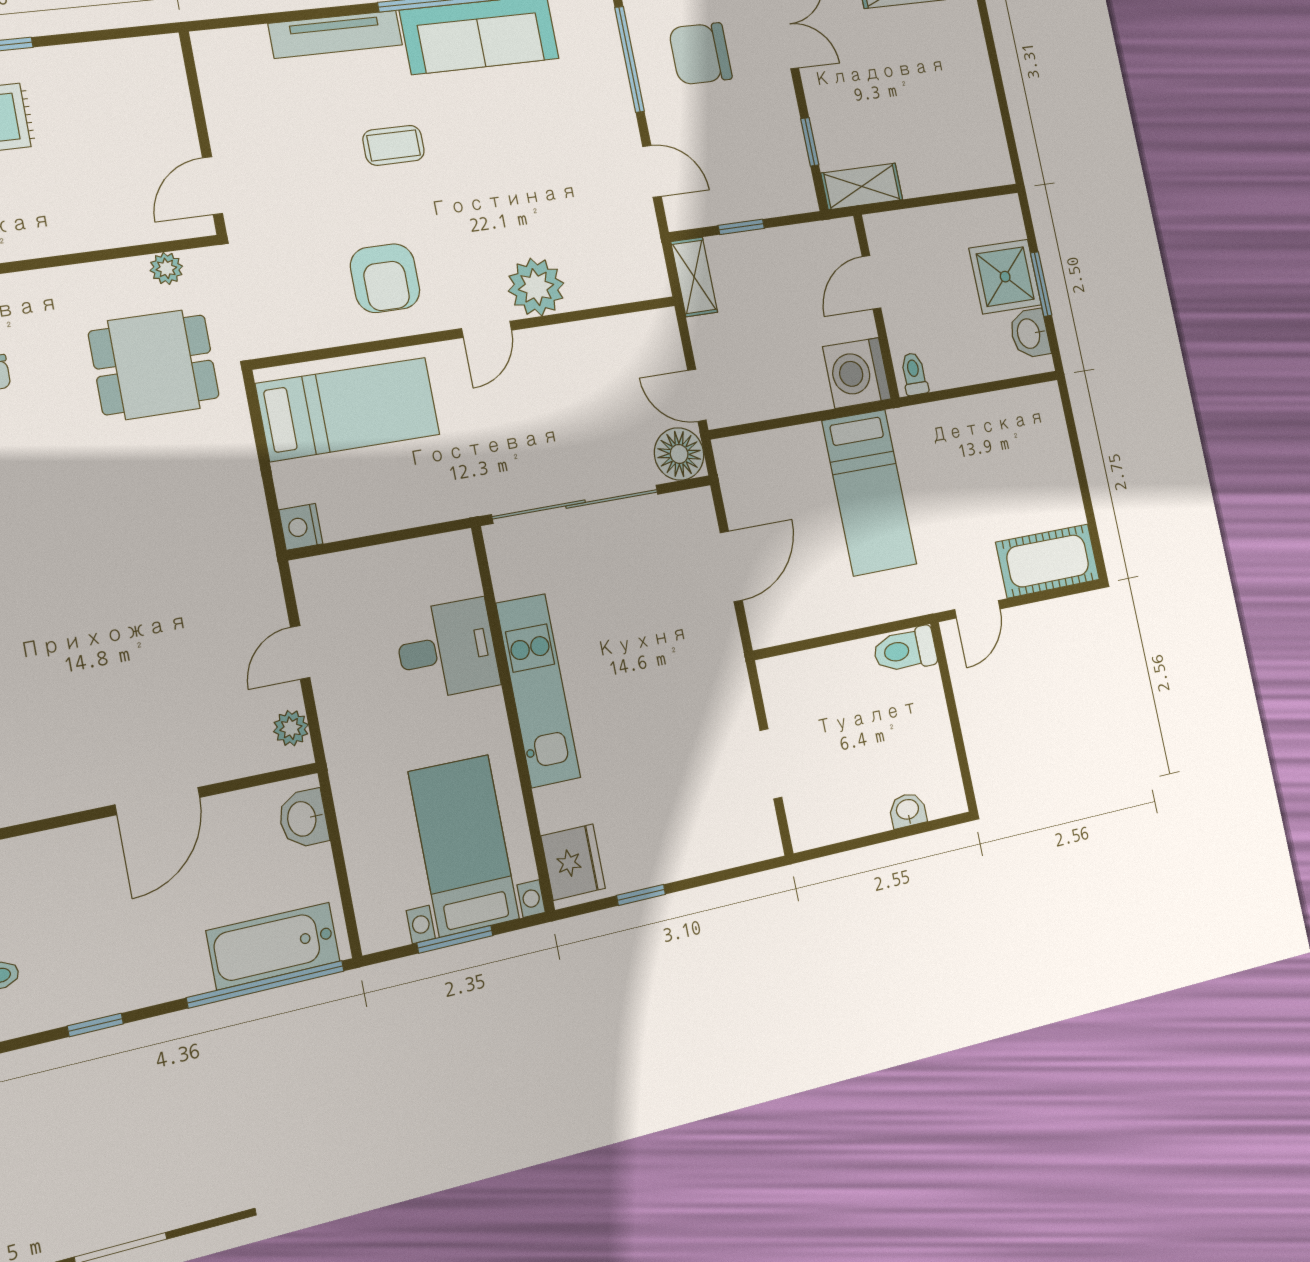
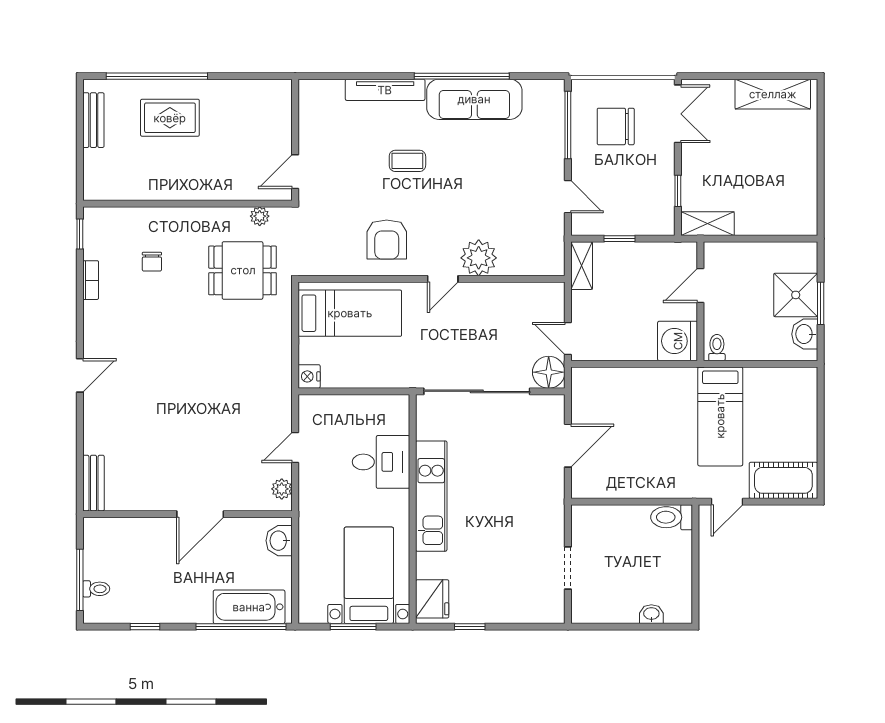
bed: (869, 492) -> (720, 416), moved

